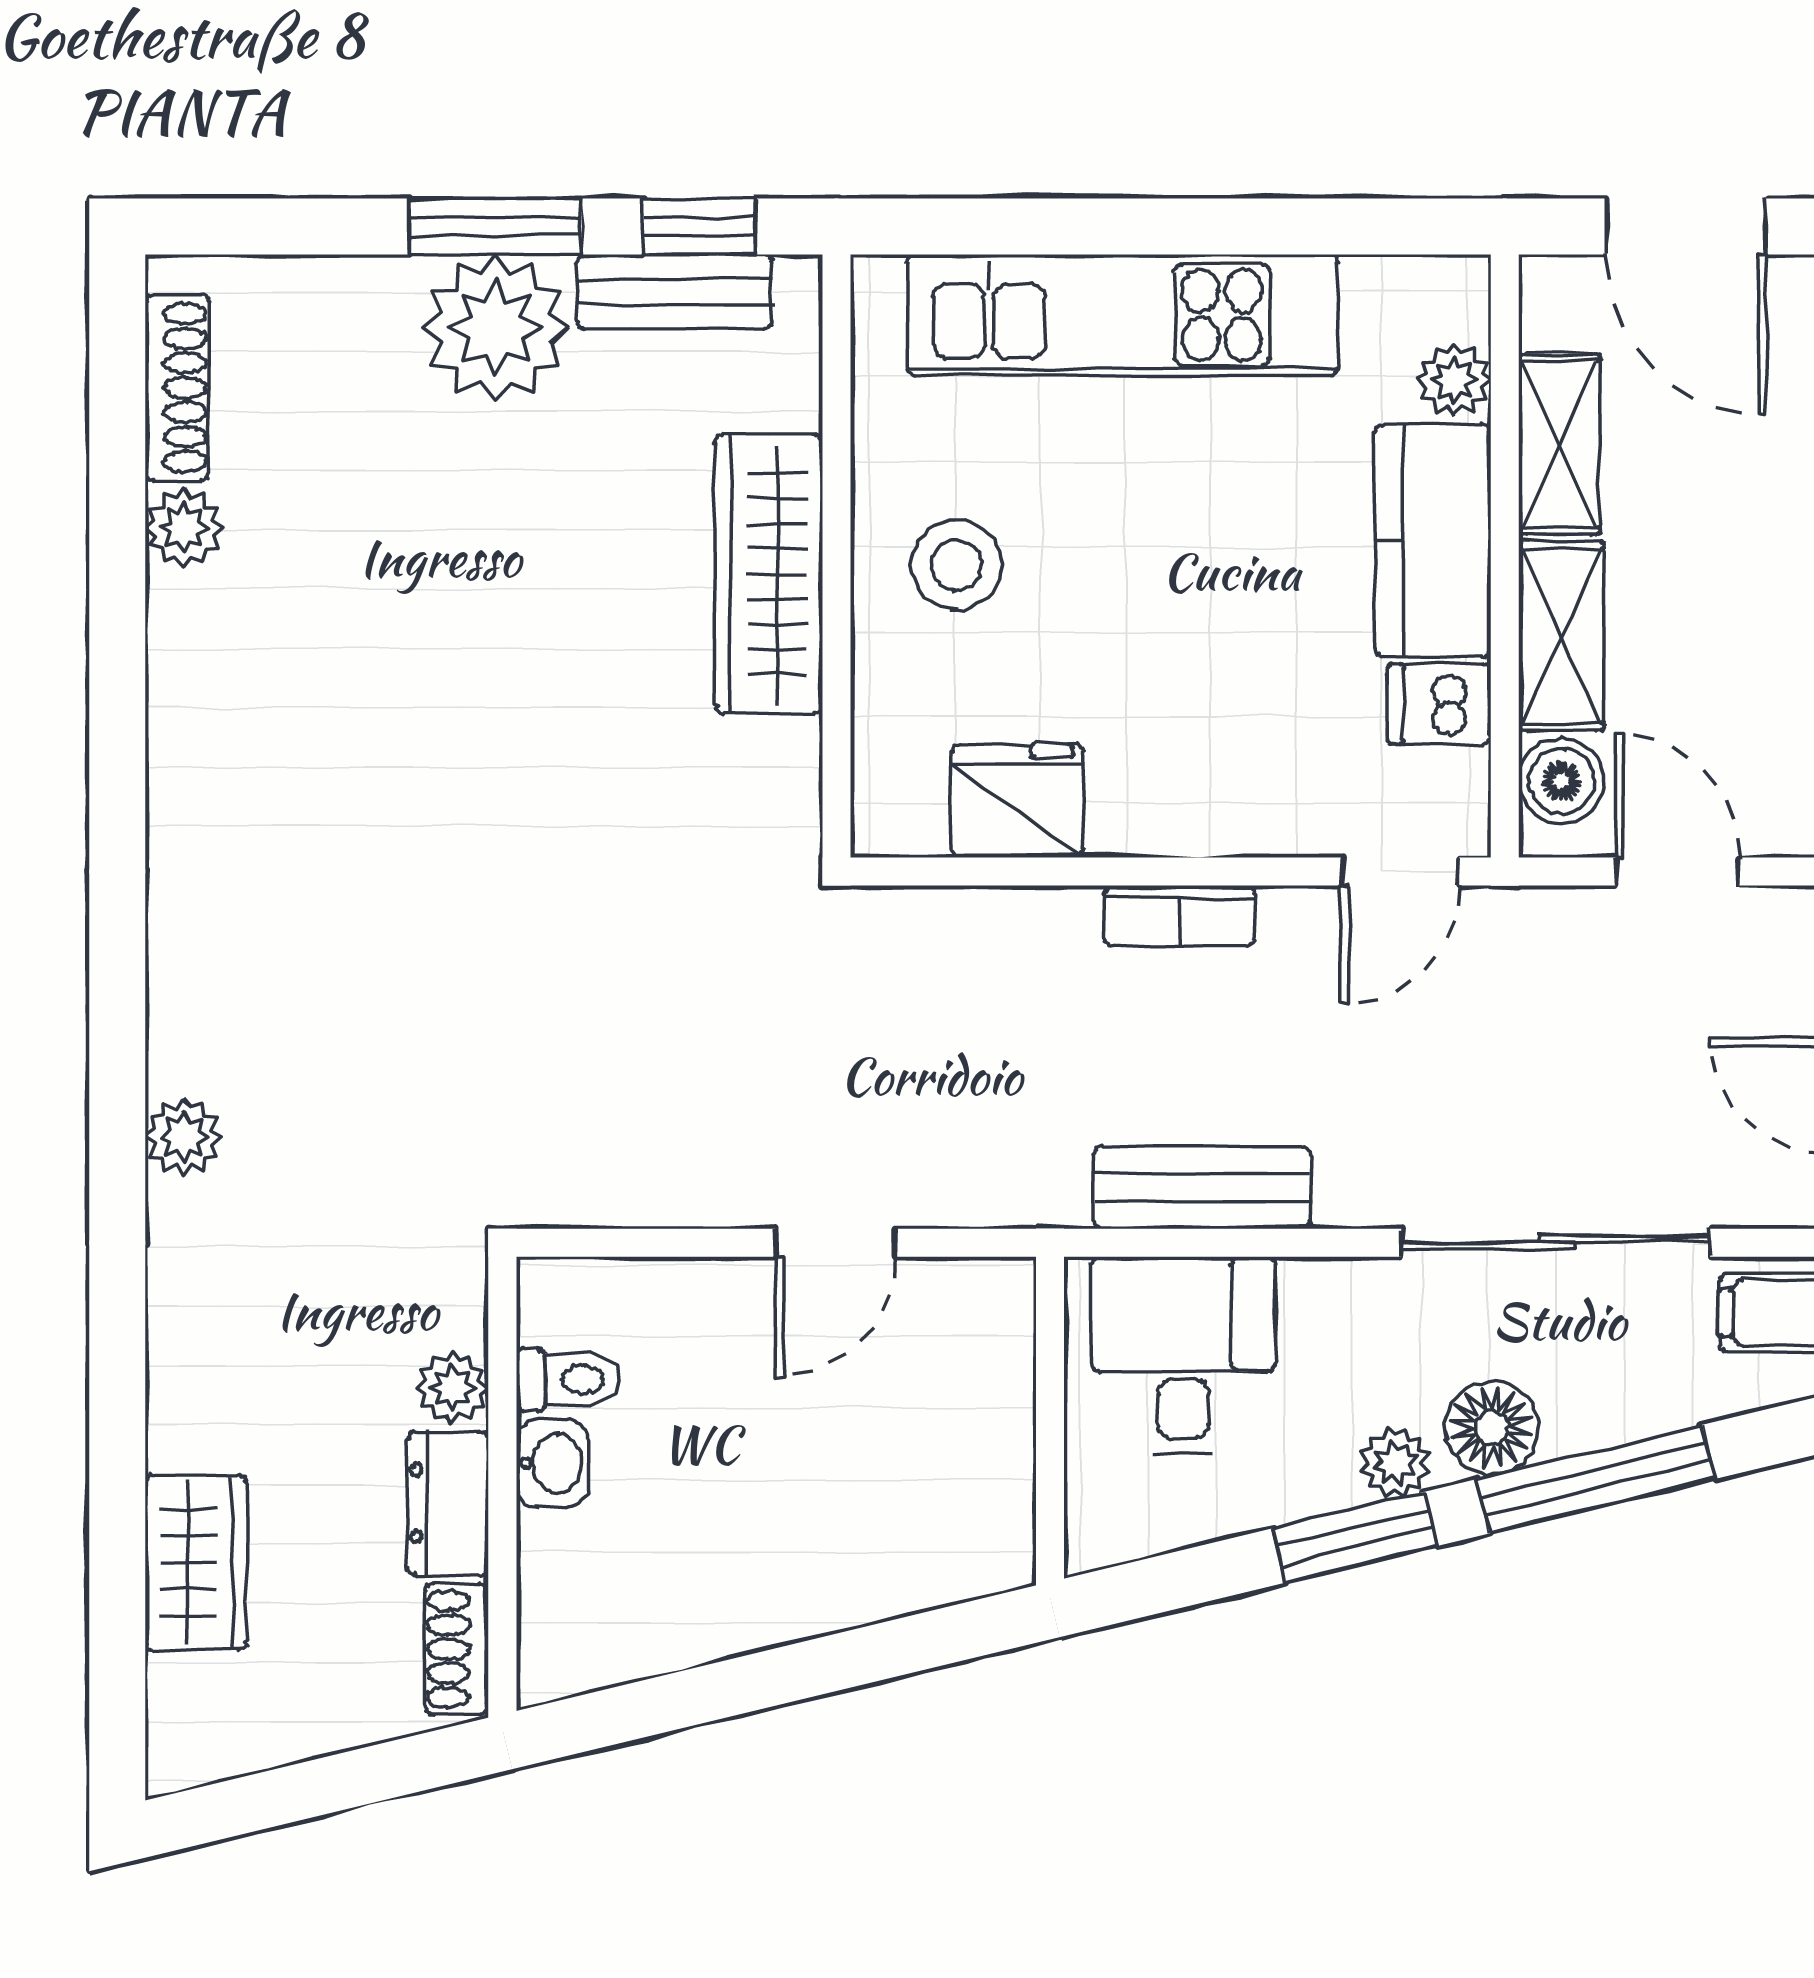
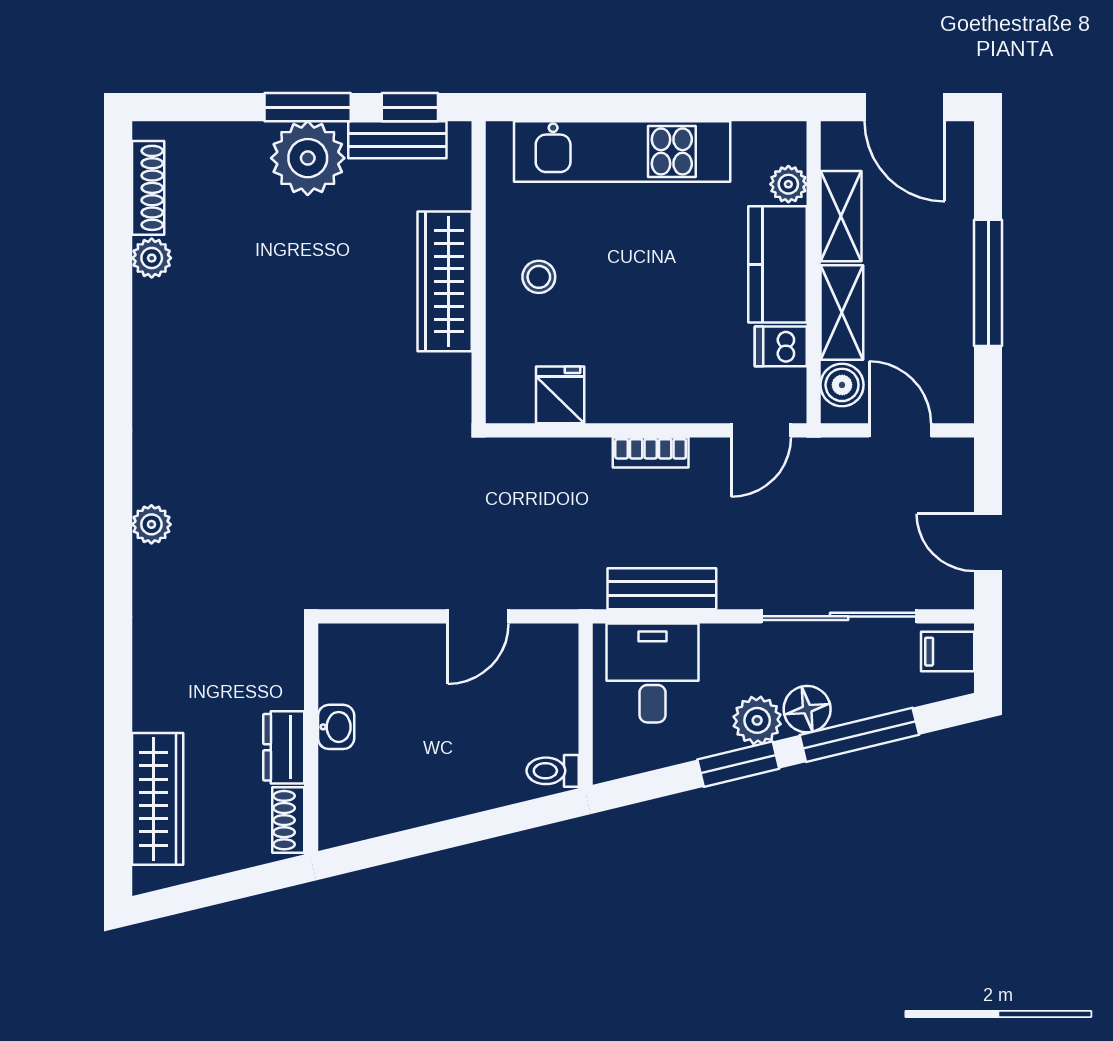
stool: (956, 565) -> (539, 277), width x0.73, depth x0.73
fridge: (1017, 801) -> (560, 395), width x0.72
plant: (184, 1137) -> (151, 524), moved
toilet: (568, 1380) -> (553, 771), moved, turned 180
plant: (452, 1388) -> (286, 689), removed
plant: (1395, 1463) -> (757, 720), width x1.38, depth x1.38
wardrobe: (196, 1563) -> (158, 799), width x1.50

